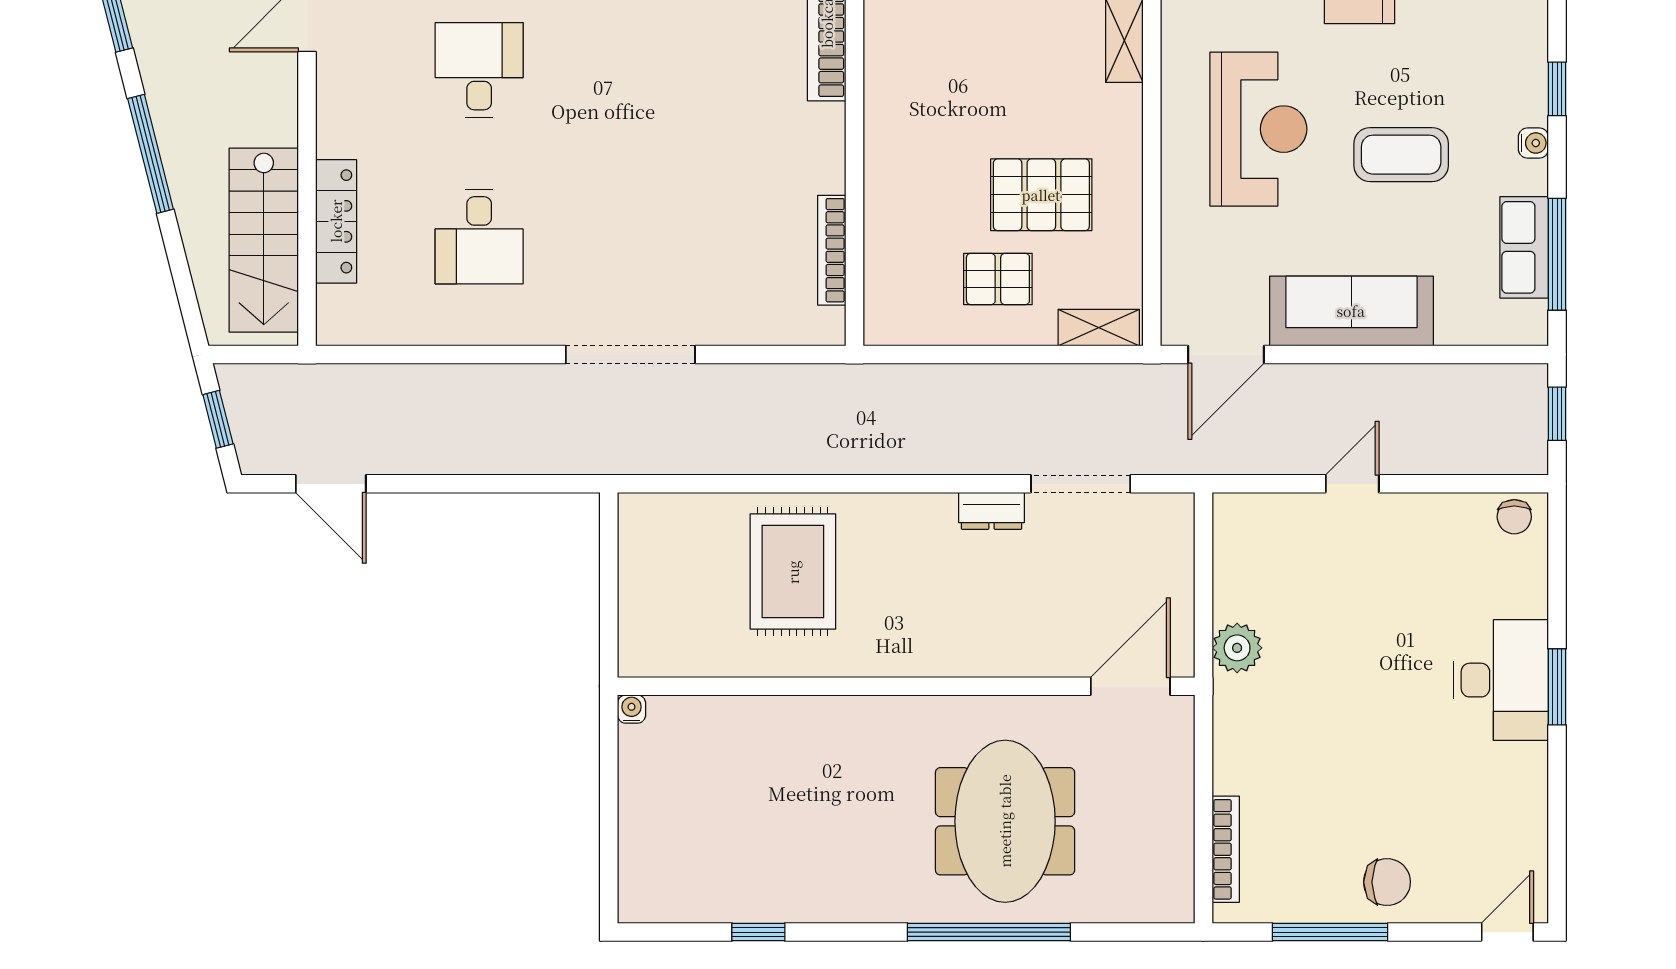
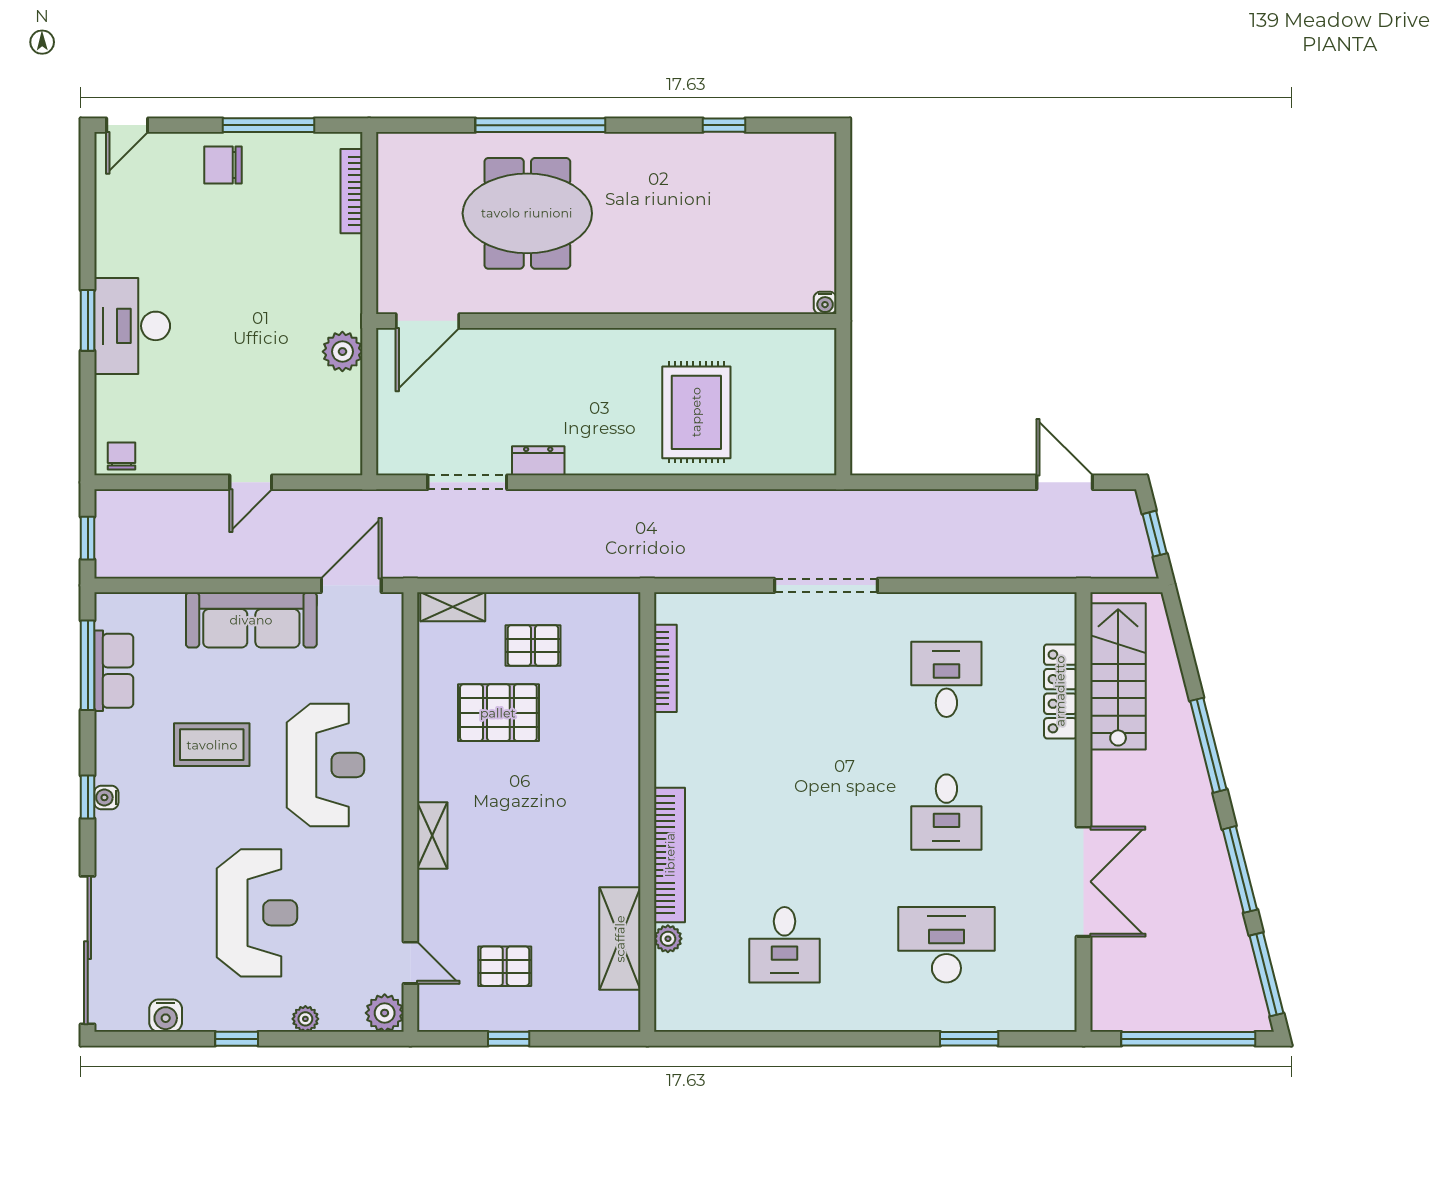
reception desk: (1258, 129) -> (325, 765), turned 180
water cooler: (1533, 143) -> (106, 797), moved
meeting table: (1005, 821) -> (527, 213), turned 90

